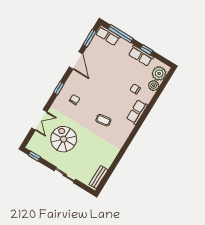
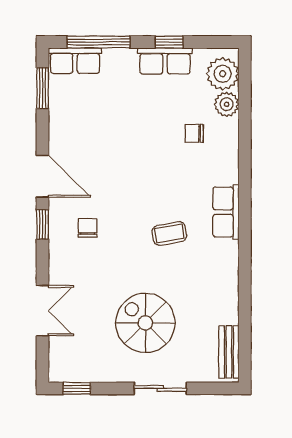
door: (76, 60) -> (43, 176), moved
row of seats: (137, 112) -> (226, 212), moved
spiral stairs: (64, 139) -> (145, 323), moved

